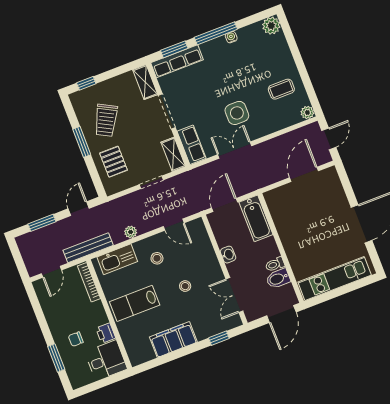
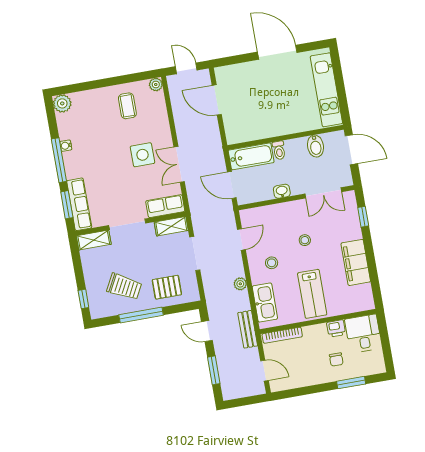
window: (82, 142) -> (141, 315), width x1.44
doorway: (151, 182) -> (195, 254), width x1.38
bench: (88, 248) -> (248, 329), width x0.73
toilet: (275, 264) -> (279, 150), moved

